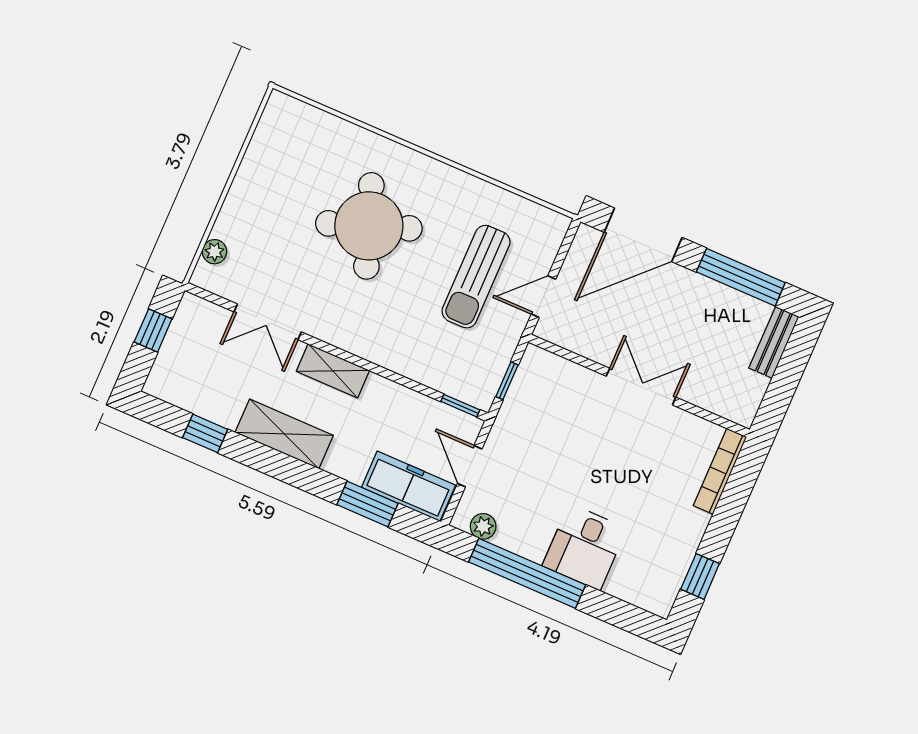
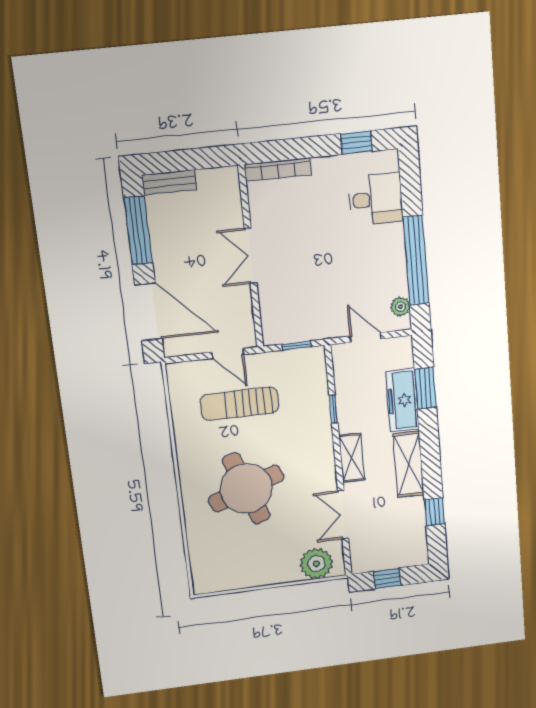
plant: (214, 252) -> (316, 564), width x1.87, depth x1.87
sun lounger: (476, 277) -> (240, 404), turned 180
double door: (268, 322) -> (343, 514), swing flipped
window: (460, 406) -> (333, 409), moved
door: (470, 466) -> (366, 338), swing flipped
freezer: (409, 486) -> (402, 400), moved
desk: (585, 547) -> (376, 199), moved

